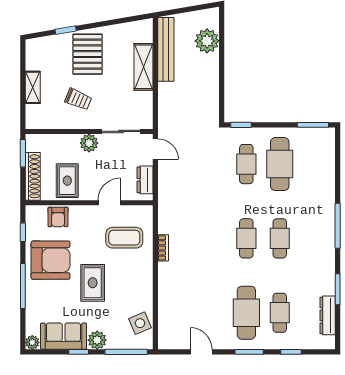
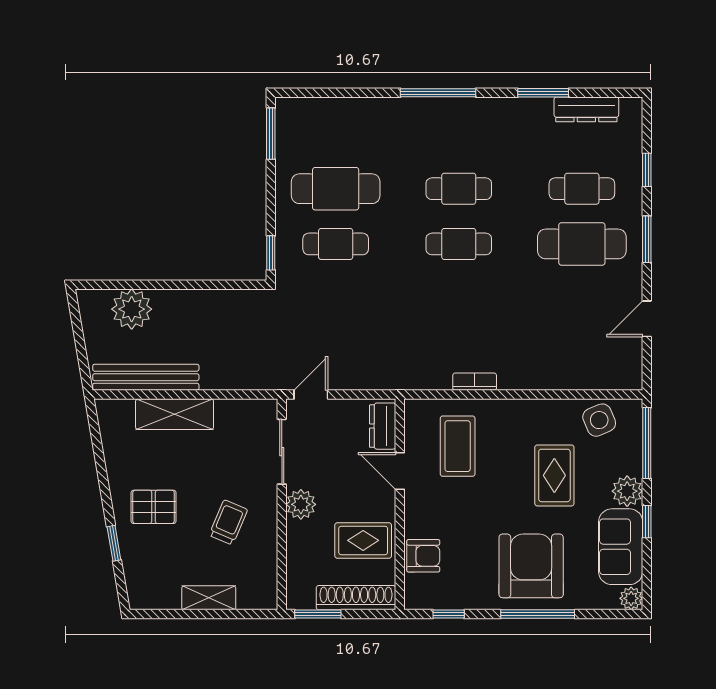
pallet: (88, 54) -> (154, 507), width x0.67, depth x0.71
dresser: (145, 180) -> (383, 426), moved, turned 90
armchair: (51, 260) -> (531, 566), moved
rug: (93, 283) -> (554, 475), moved, turned 90

